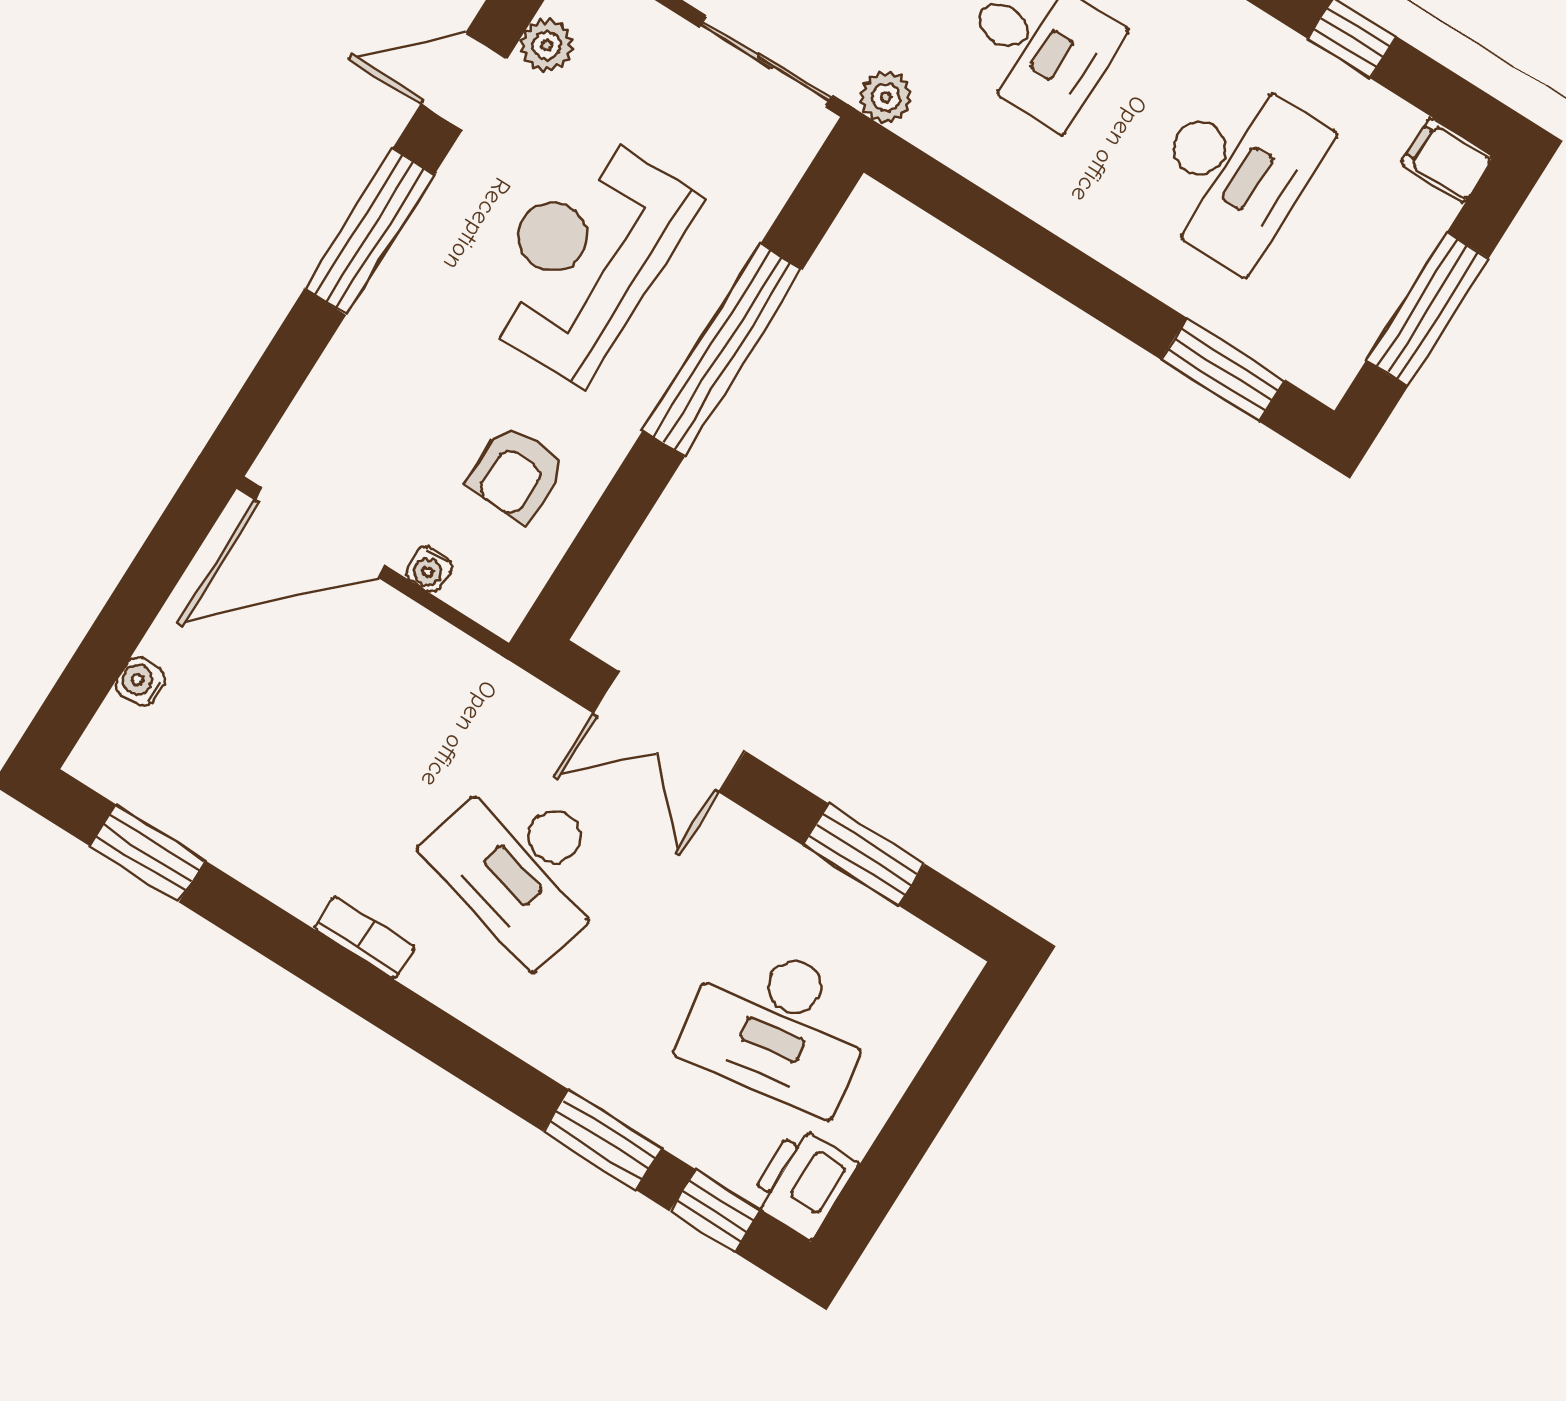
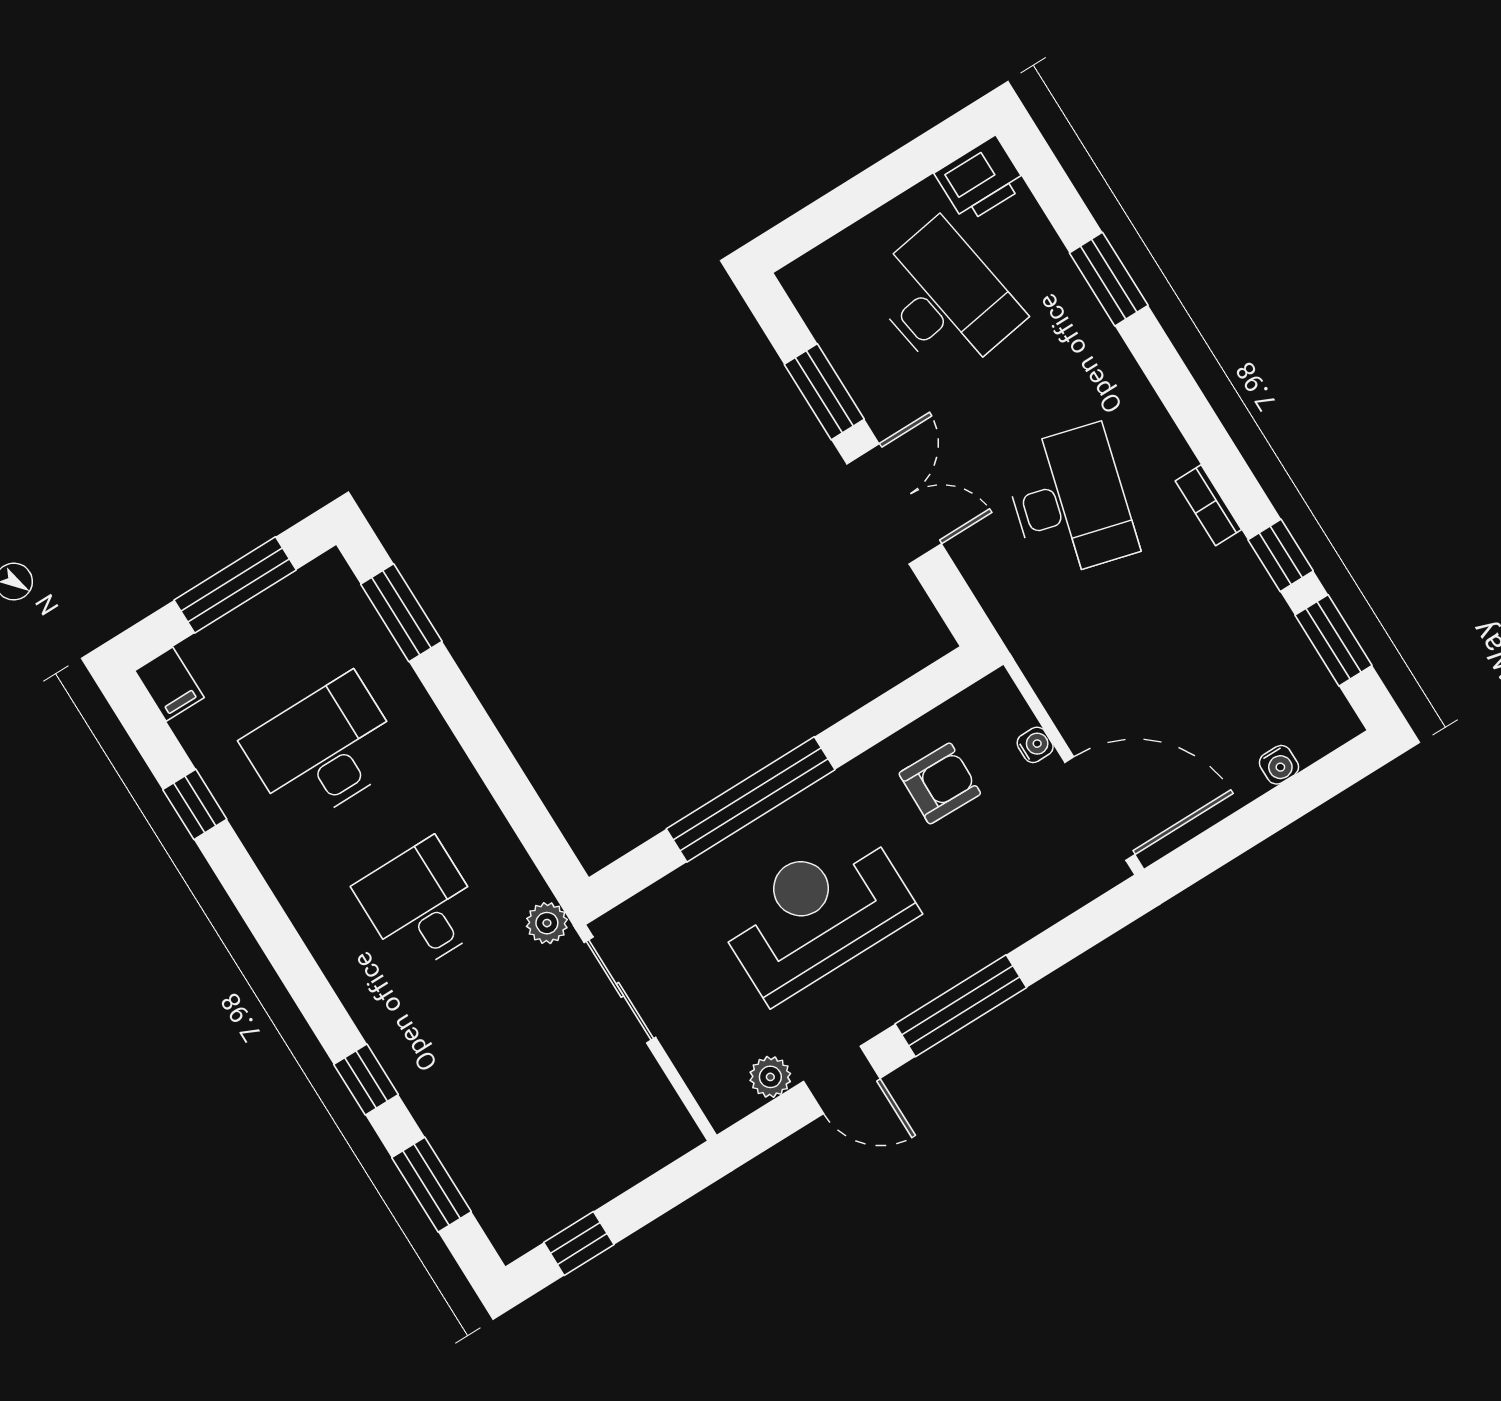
reception desk: (584, 257) -> (817, 914), turned 180
double door: (669, 732) -> (894, 504), moved
window: (715, 1211) -> (1281, 555), moved

